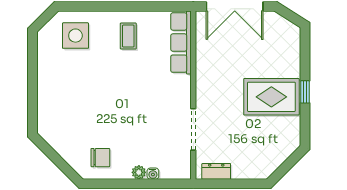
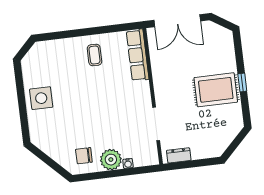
side table: (75, 36) -> (41, 98), moved
chair: (100, 158) -> (84, 156), turned 180
plant: (139, 172) -> (111, 160), width x1.88, depth x1.88

